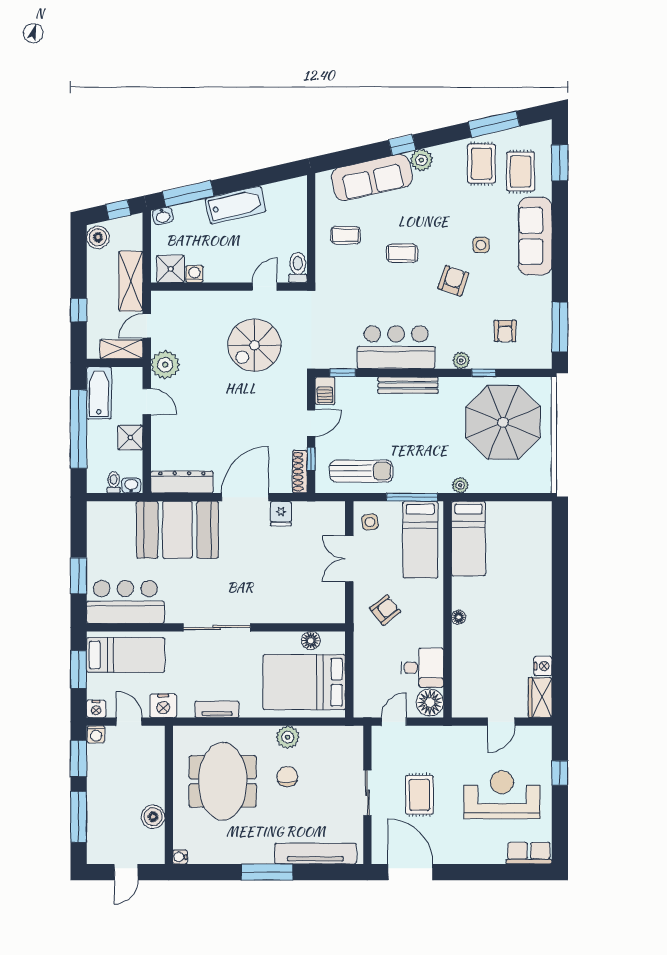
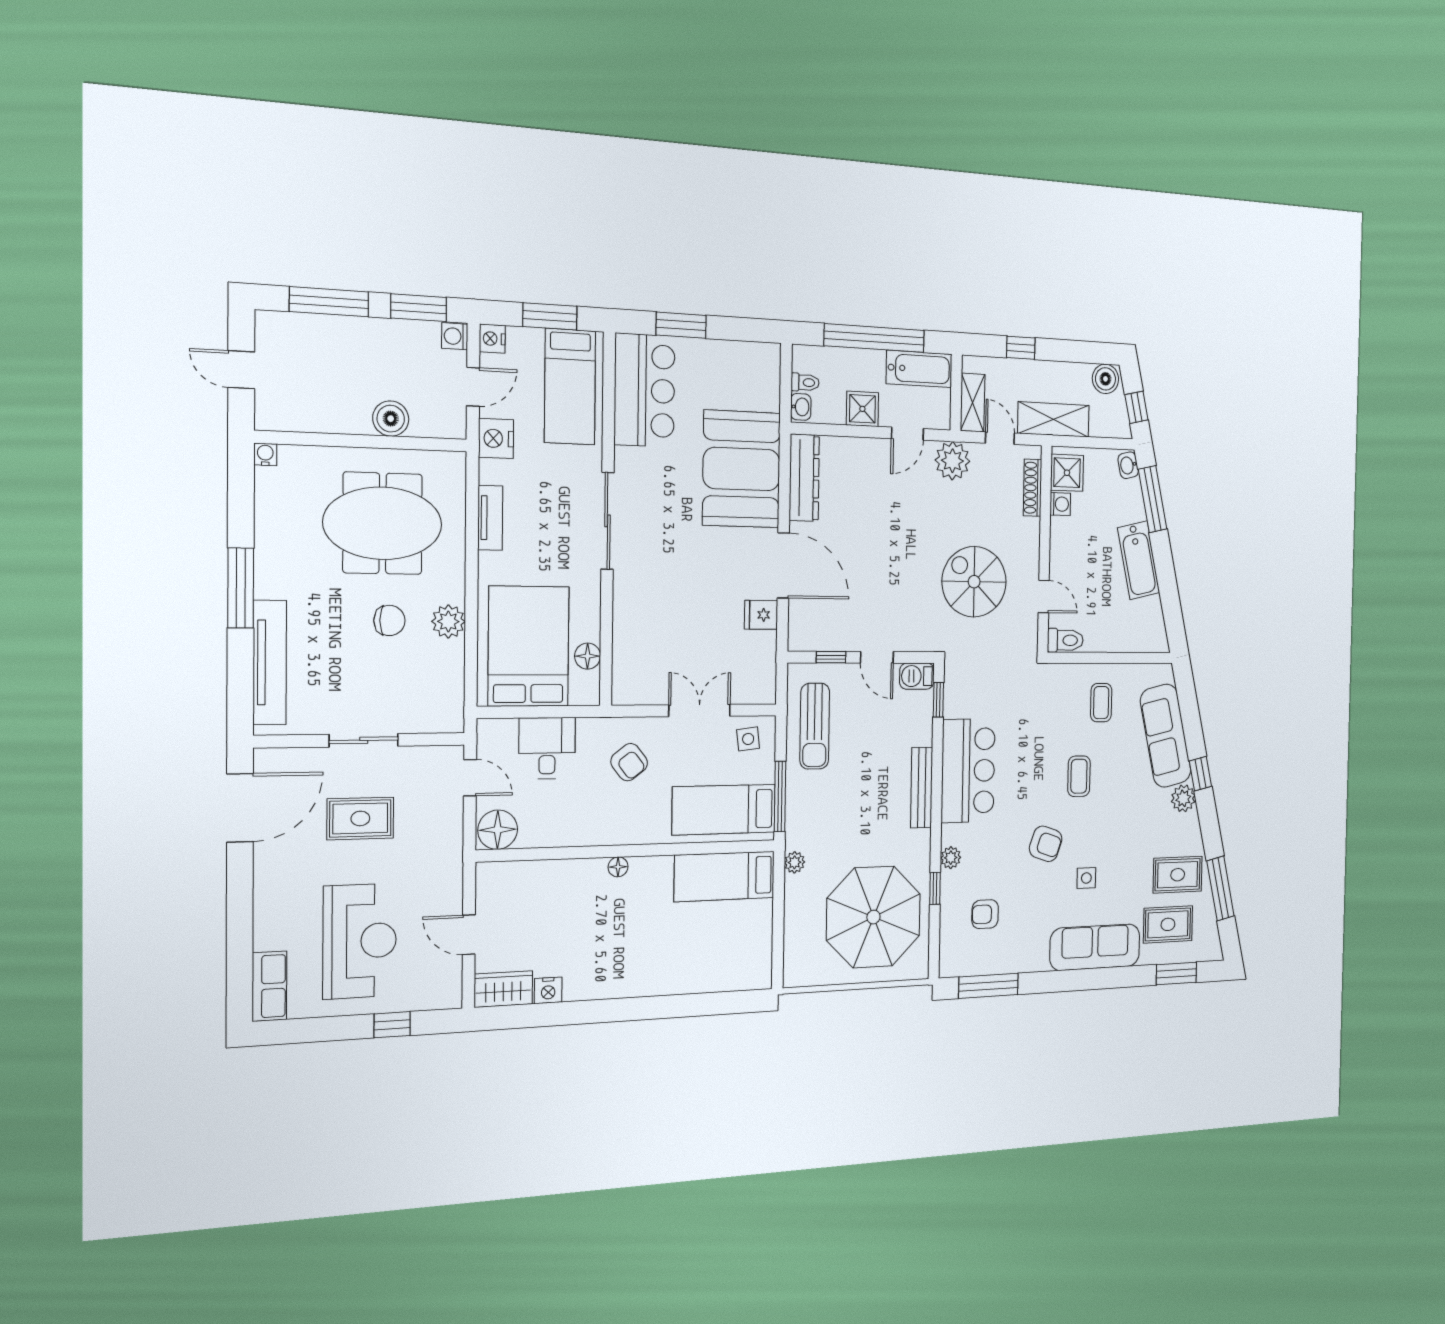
shoe rack: (300, 472) -> (1033, 488), moved, turned -90
desk: (422, 668) -> (547, 748), moved, turned 180
boiler: (153, 817) -> (391, 419), moved

